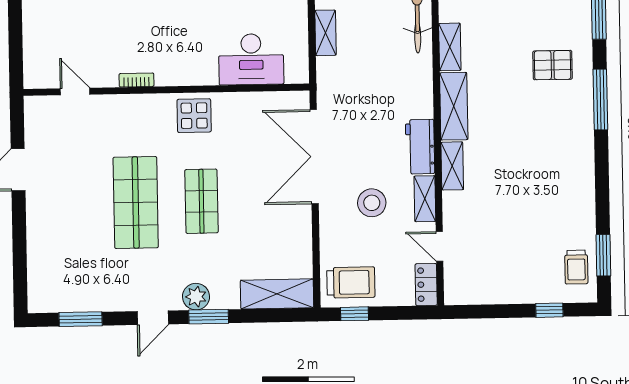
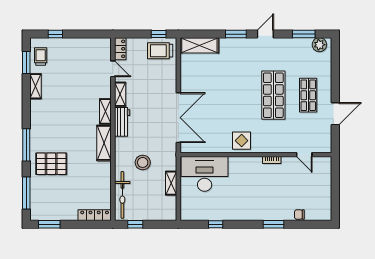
shelving: (450, 47) -> (36, 86), moved
desk: (251, 59) -> (205, 174), width x1.36, depth x1.30
pallet: (553, 65) -> (51, 164), width x1.50, depth x1.42
shop shelf: (201, 201) -> (308, 95), moved
stool: (372, 203) -> (143, 162), moved
plant: (196, 297) -> (319, 45), moved

